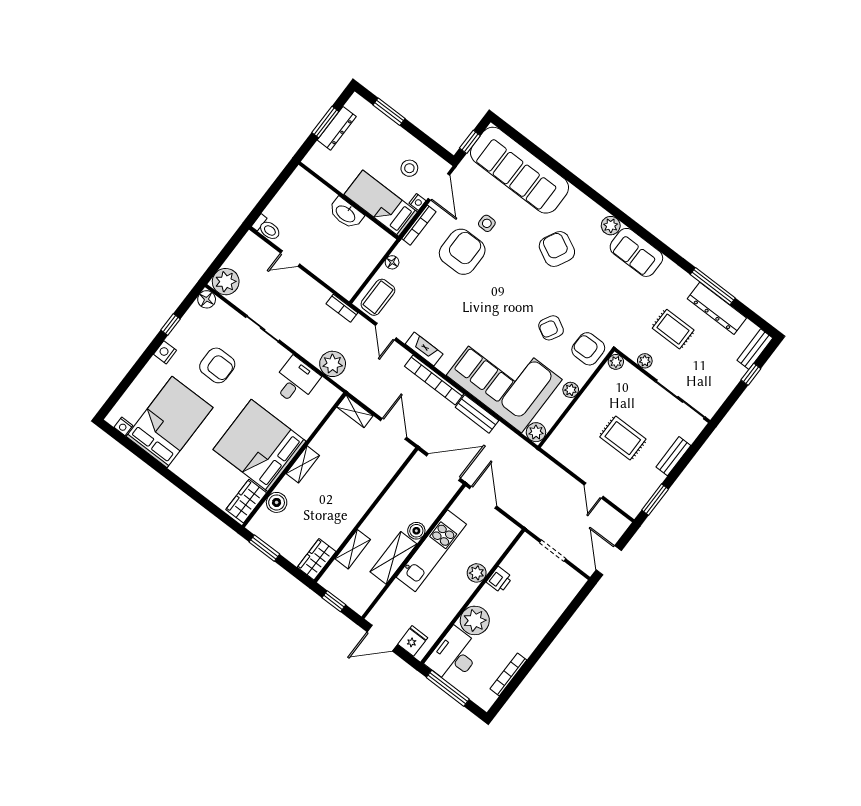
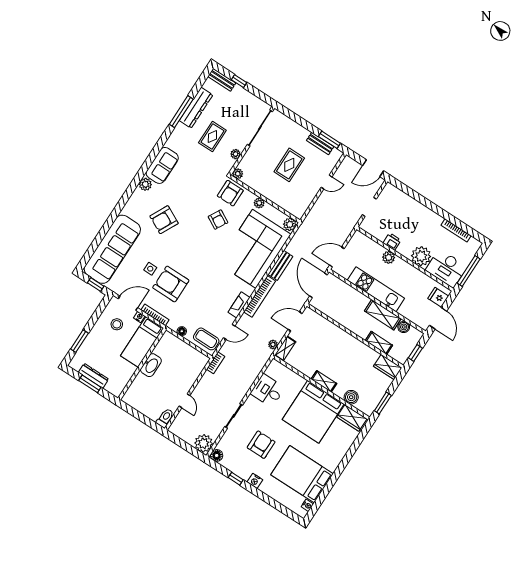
plant: (333, 364) -> (273, 345), moved, width x0.53, depth x0.53
bench: (673, 456) -> (320, 143), moved
boiler: (416, 531) -> (404, 327), moved

